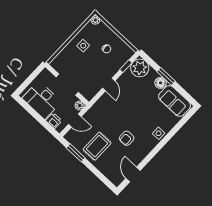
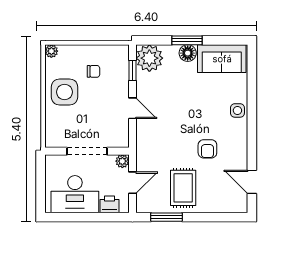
side table: (83, 46) -> (65, 92), width x1.87, depth x1.87

